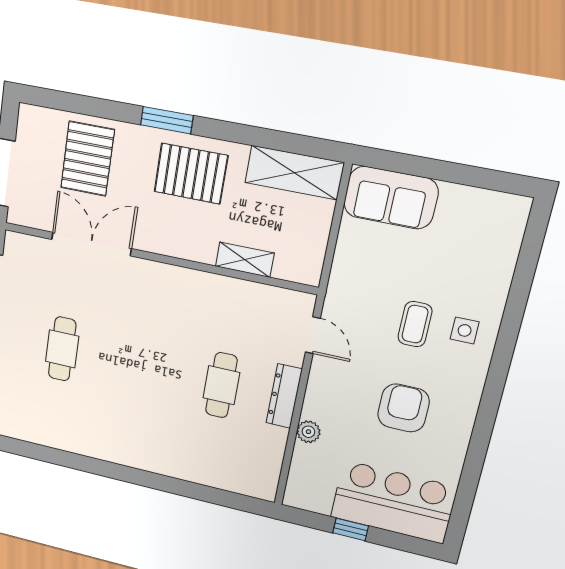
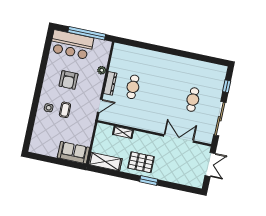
pallet: (87, 159) -> (178, 168), removed
double door: (91, 244) -> (179, 138), swing flipped
door: (313, 335) -> (100, 106), swing flipped
window: (351, 529) -> (87, 33), width x3.17

